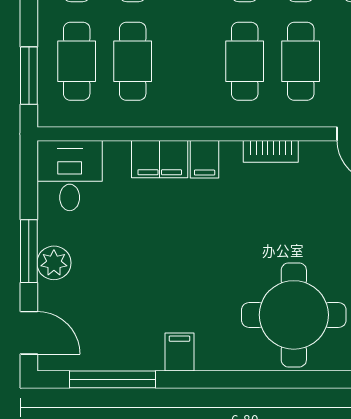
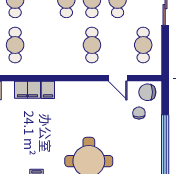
cafe table: (245, 61) -> (66, 45), removed
bookcase: (271, 151) -> (78, 86), removed

